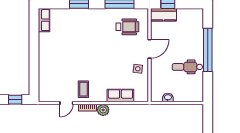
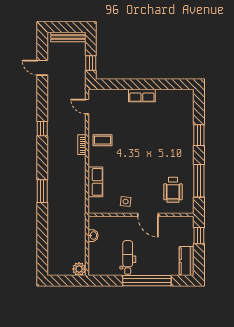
kitchen counter: (164, 15) -> (187, 261), moved
row of seats: (44, 20) -> (142, 96), moved
door: (66, 103) -> (87, 106), moved
plant: (103, 110) -> (79, 269), moved

